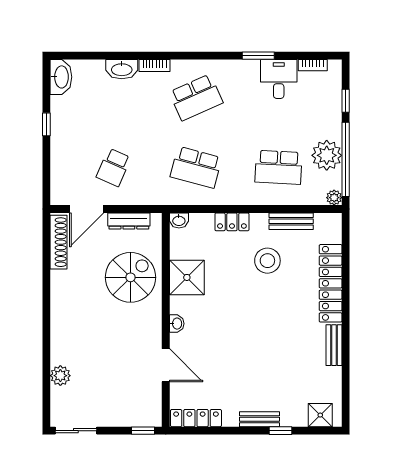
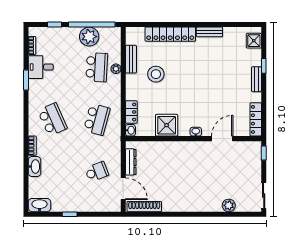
school desk: (114, 167) -> (97, 172), turned -45
plant: (334, 198) -> (116, 69), moved
locker: (232, 222) -> (131, 112), moved
spiral stairs: (131, 277) -> (166, 161), removed

